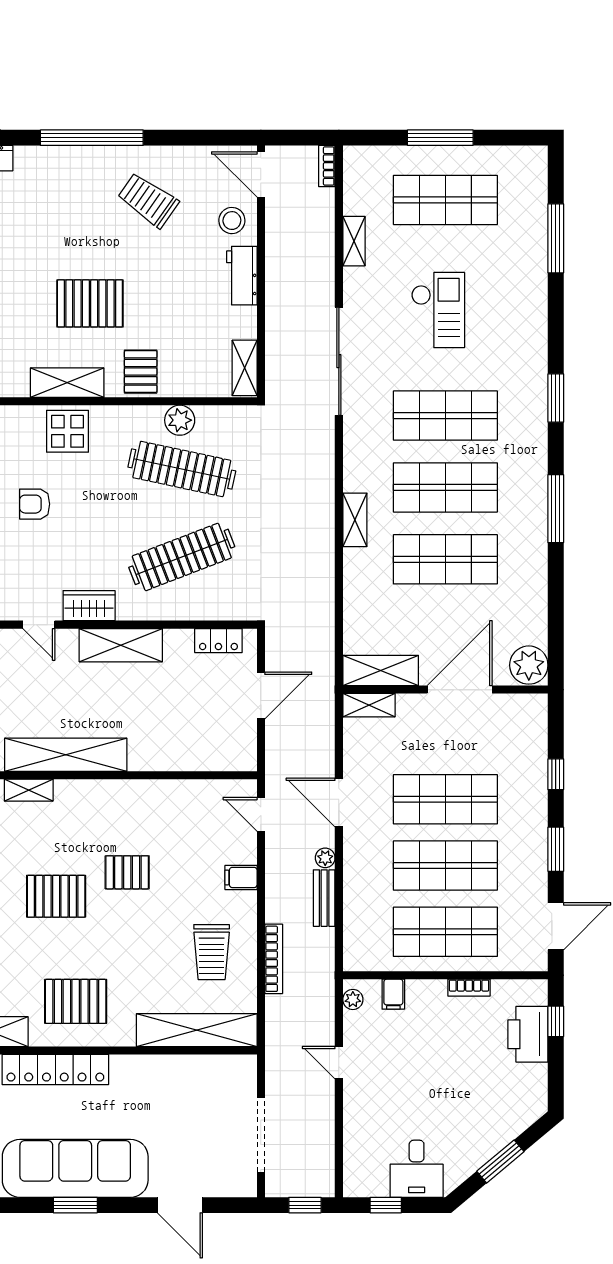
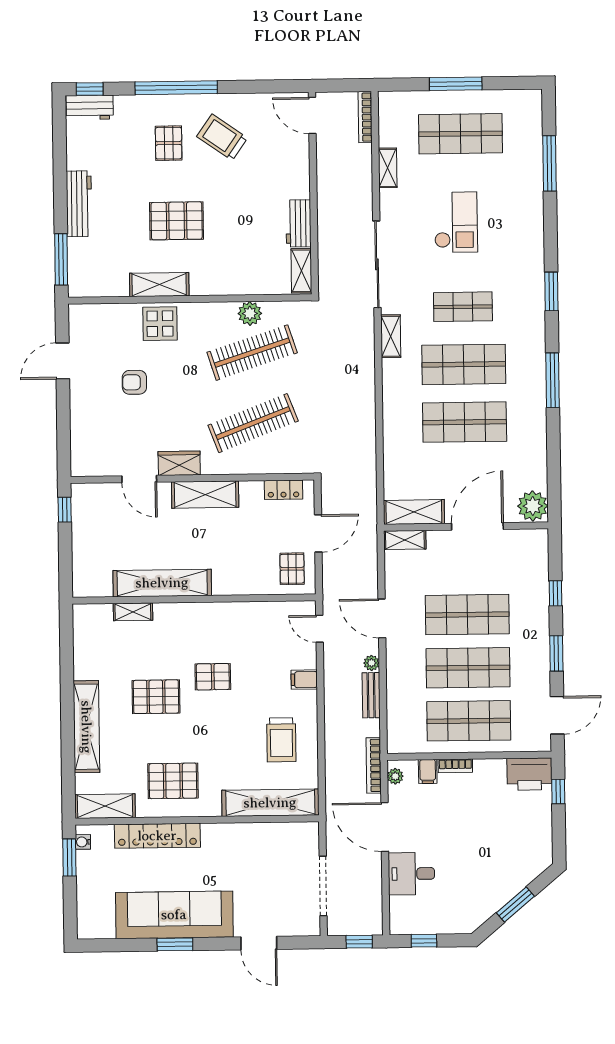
bookcase: (327, 166) -> (365, 117), width x1.56
stool: (232, 221) -> (290, 153), removed
workbench: (242, 276) -> (299, 223), moved
pallet: (141, 372) -> (169, 143), moved
shop shelf: (445, 416) -> (463, 307), width x0.70, depth x0.74
clothes rail: (182, 469) -> (252, 353), turned -30
shelving: (355, 520) -> (391, 336), moved
door: (39, 625) -> (139, 479), width x1.37
pallet: (228, 739) -> (292, 569), added
bookcase: (274, 959) -> (374, 765), moved, turned 180
bookcase: (469, 988) -> (455, 766), moved
printer: (528, 1034) -> (529, 774), moved, turned -90
door: (339, 1063) -> (385, 827), width x1.87
desk: (417, 1169) -> (411, 874), moved, turned 90

